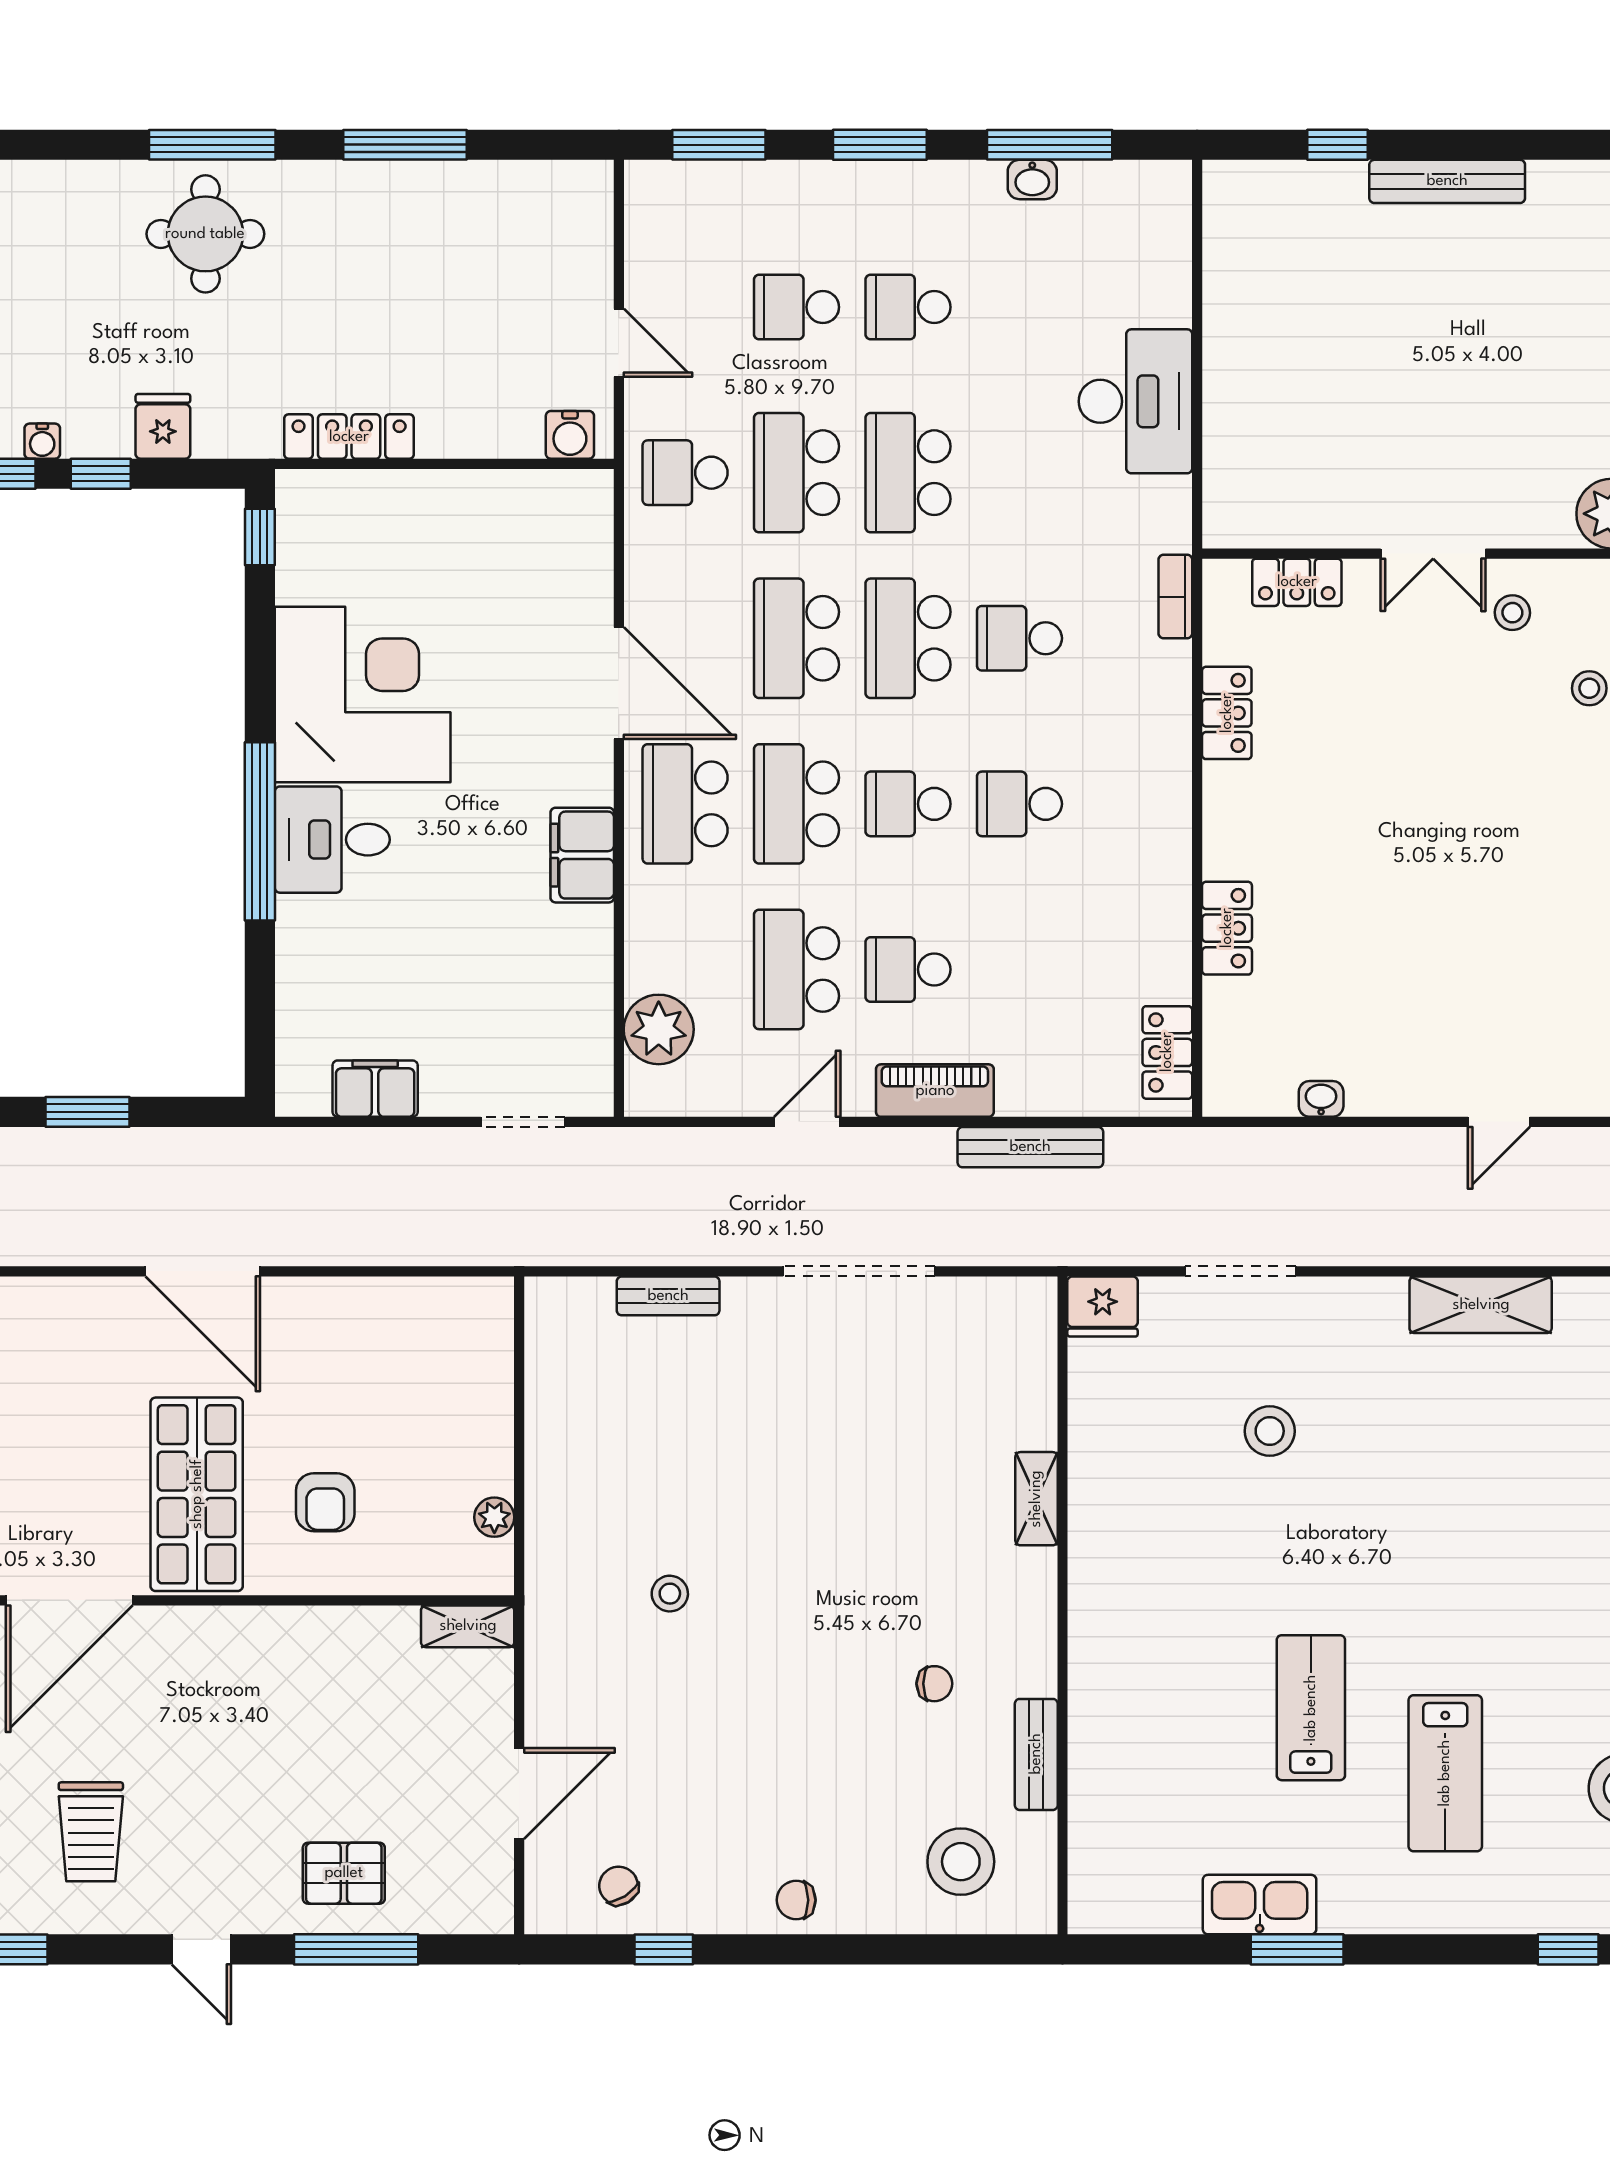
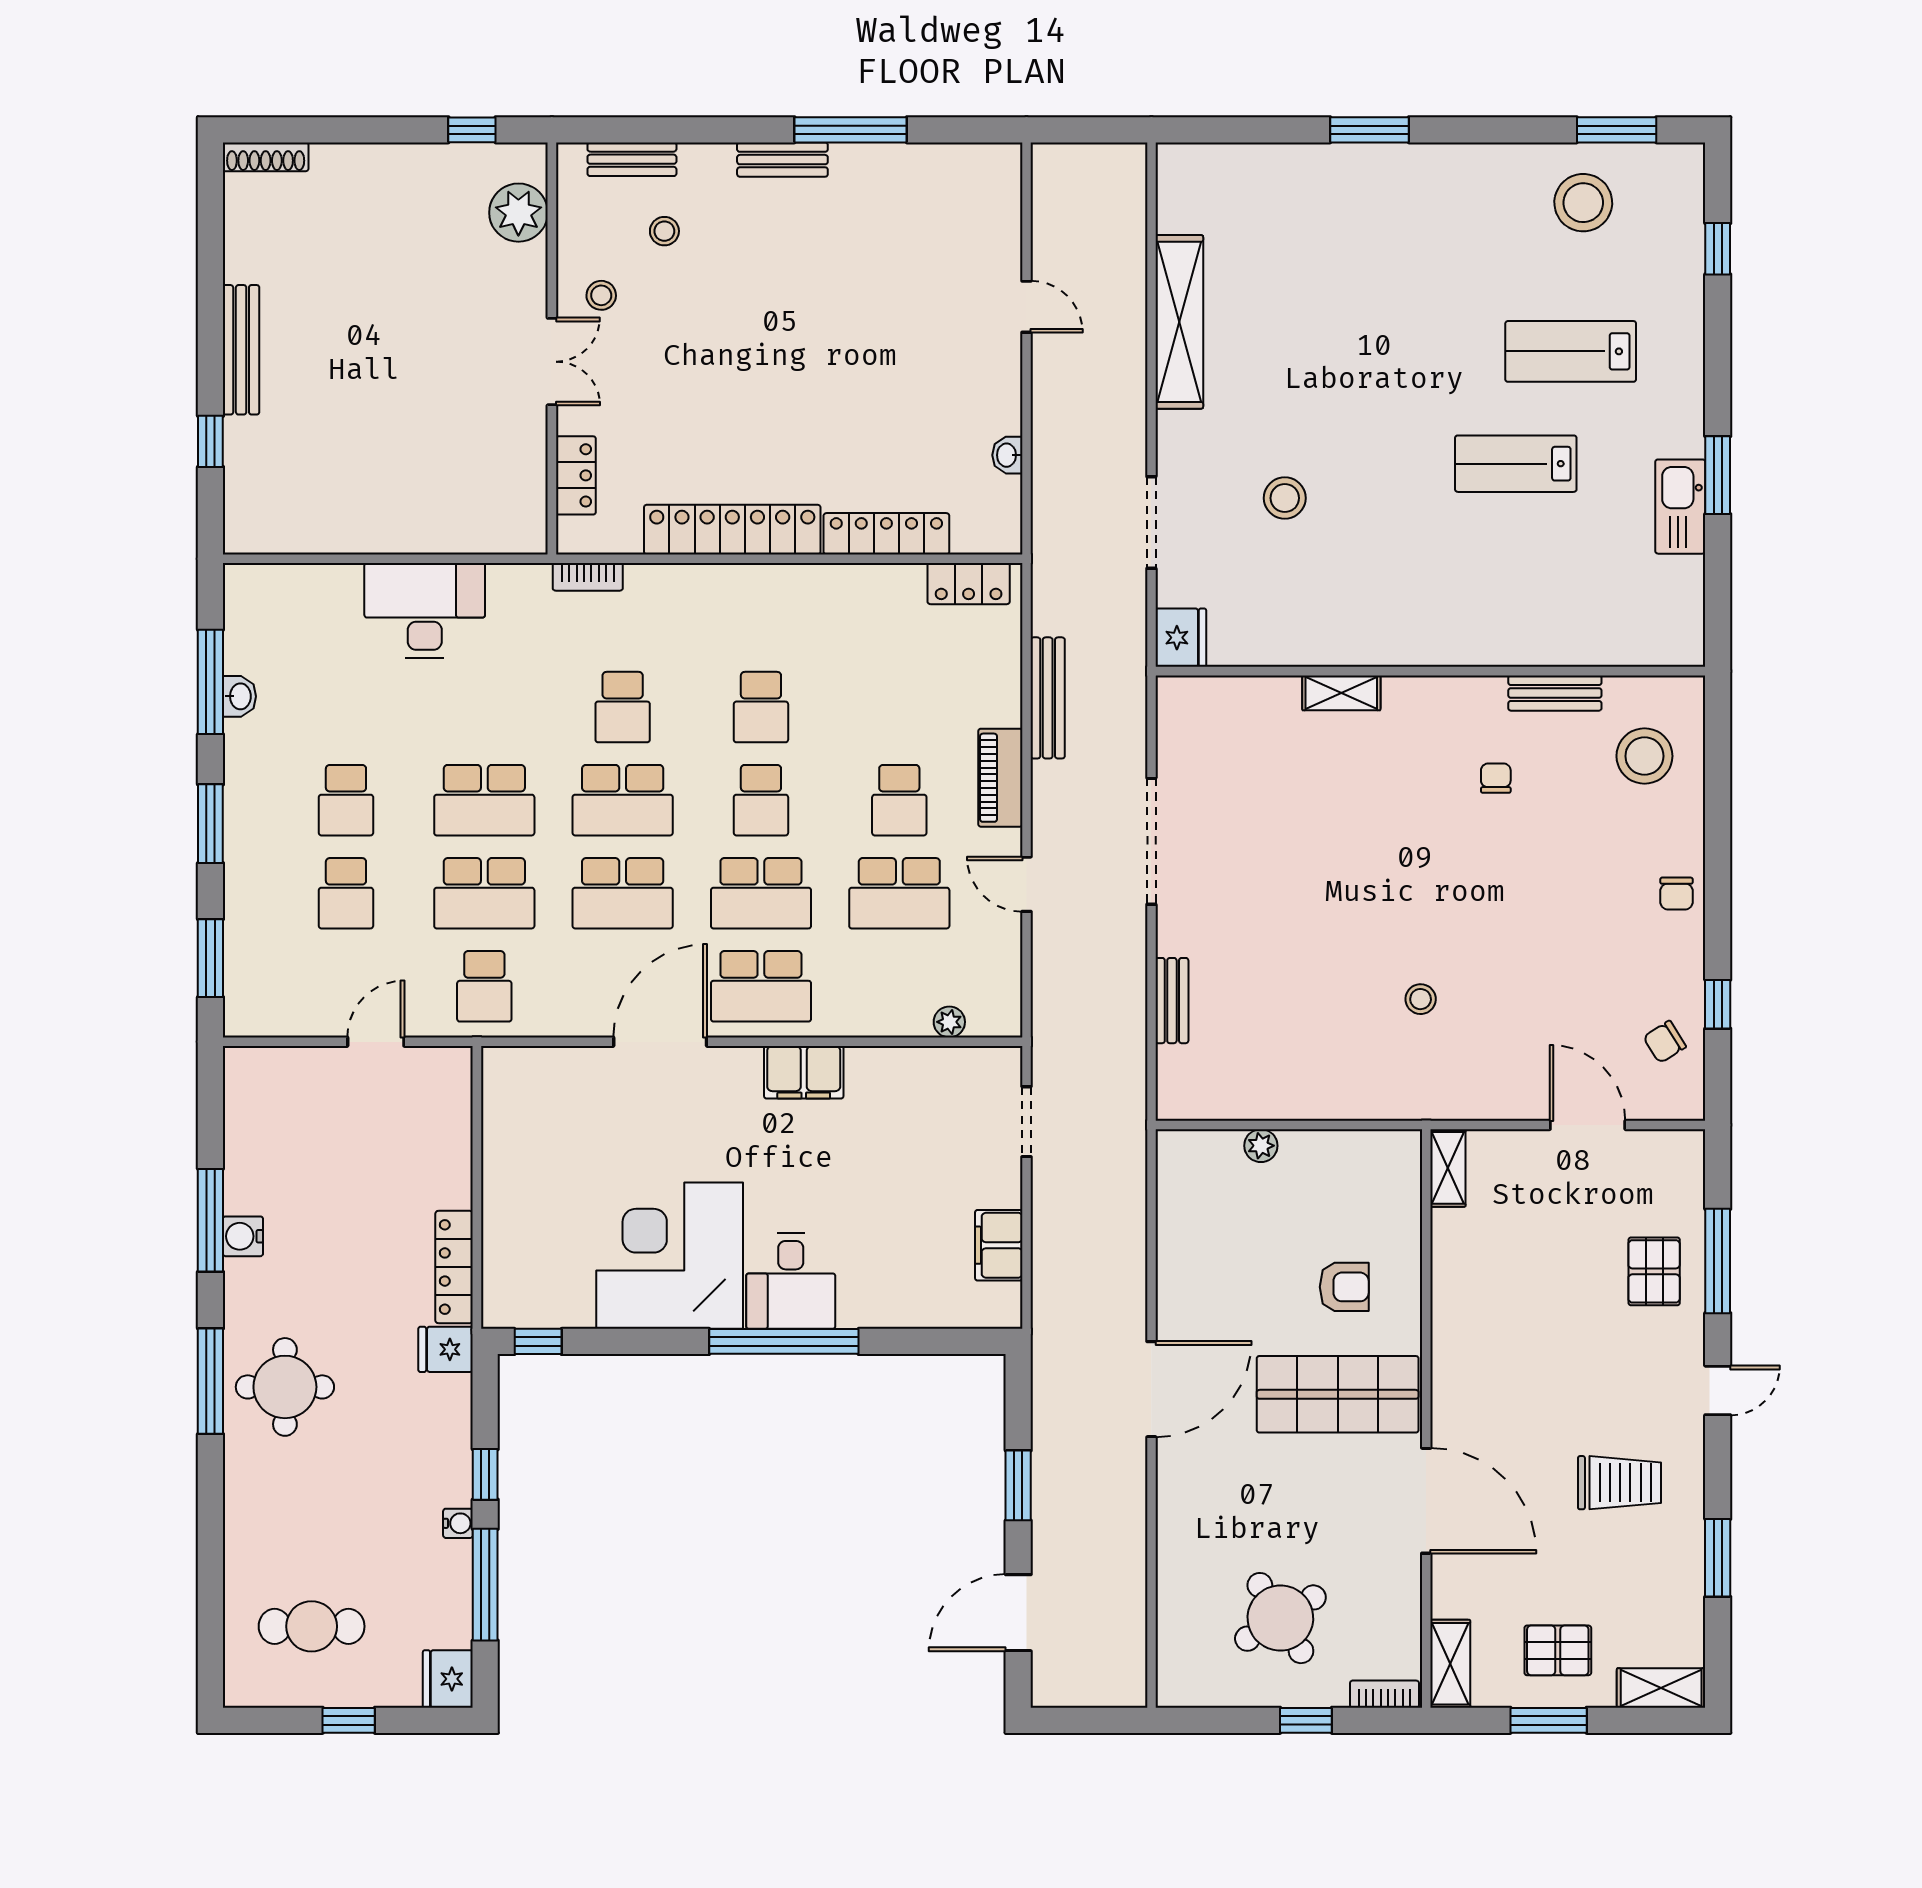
fridge: (163, 426) -> (446, 1349), moved
water cooler: (570, 435) -> (243, 1236), moved, turned 180
locker: (1227, 713) -> (732, 530), width x2.16, depth x1.21
locker: (1227, 928) -> (886, 534), width x1.53
plant: (659, 1029) -> (949, 1022), width x0.53, depth x0.53
shelving: (1481, 1305) -> (1179, 322), width x1.47
plant: (494, 1517) -> (1261, 1146), moved
lab bench: (1445, 1773) -> (1571, 351), turned 180

